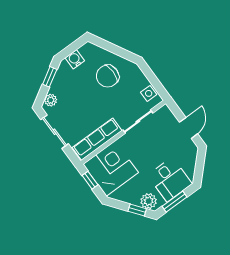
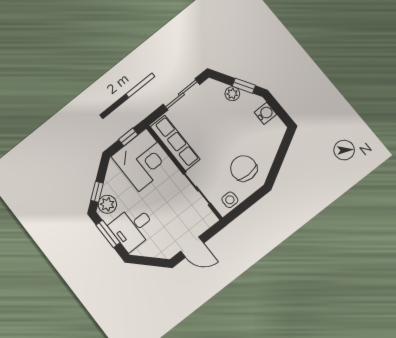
chair: (108, 76) -> (244, 168), moved
plant: (51, 100) -> (232, 94), moved

